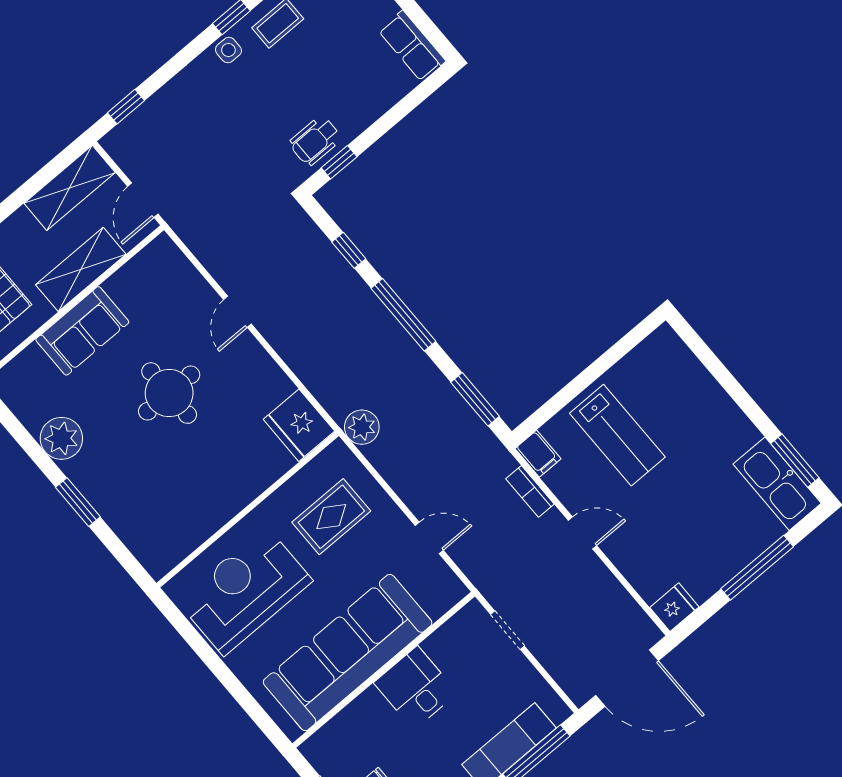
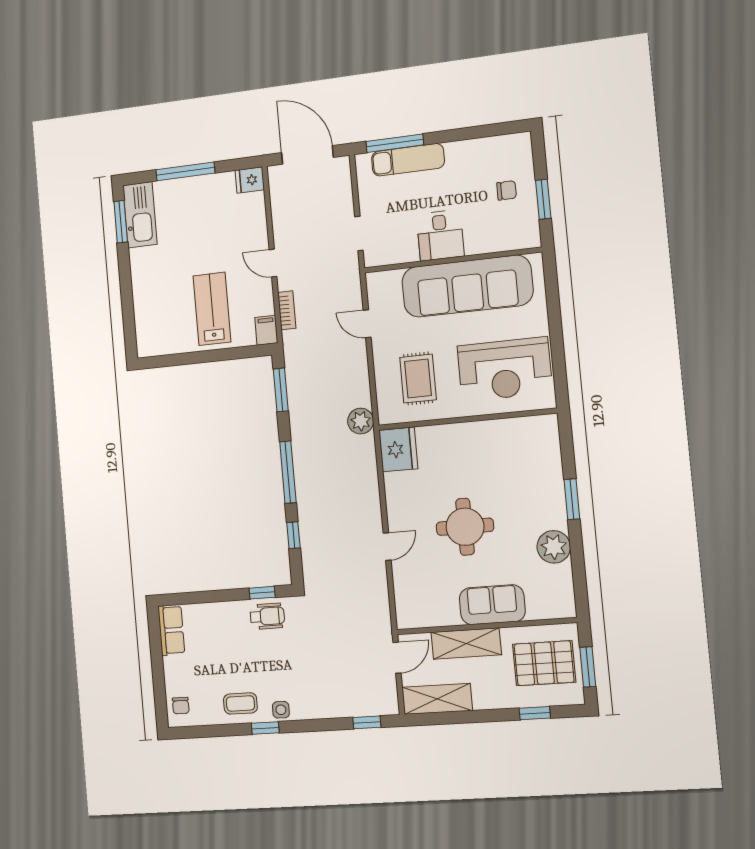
rug: (331, 517) -> (418, 378), turned 90

